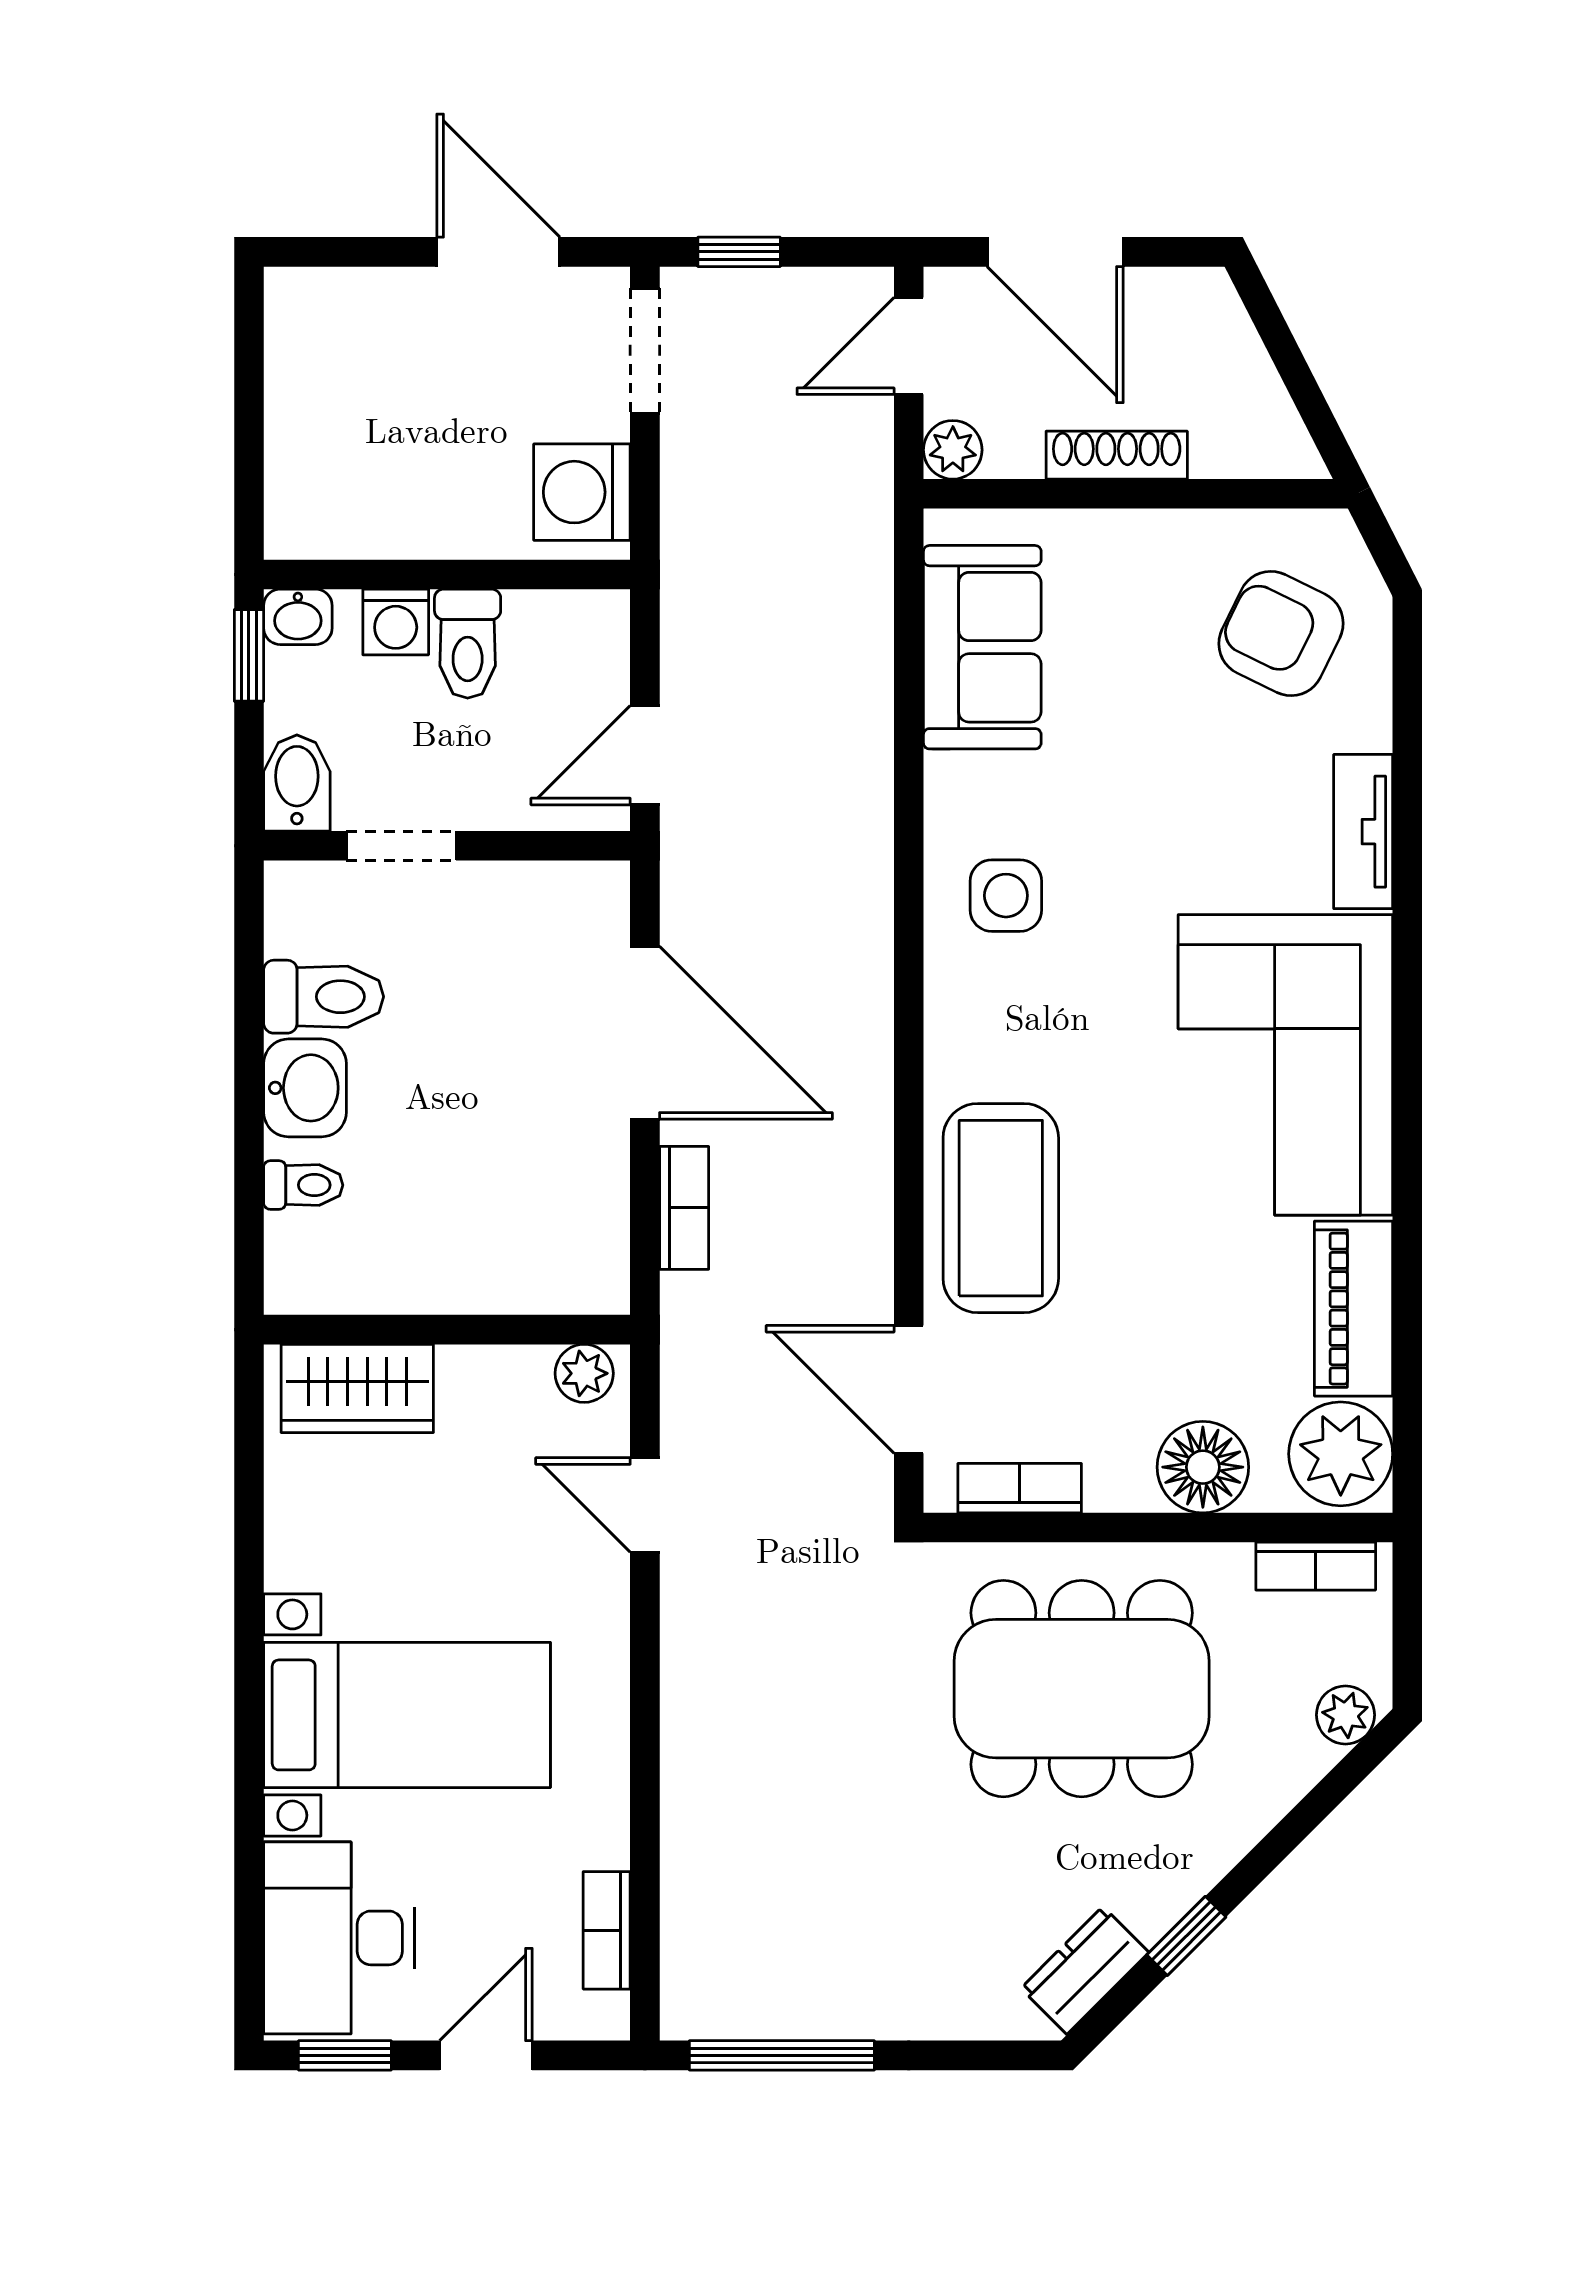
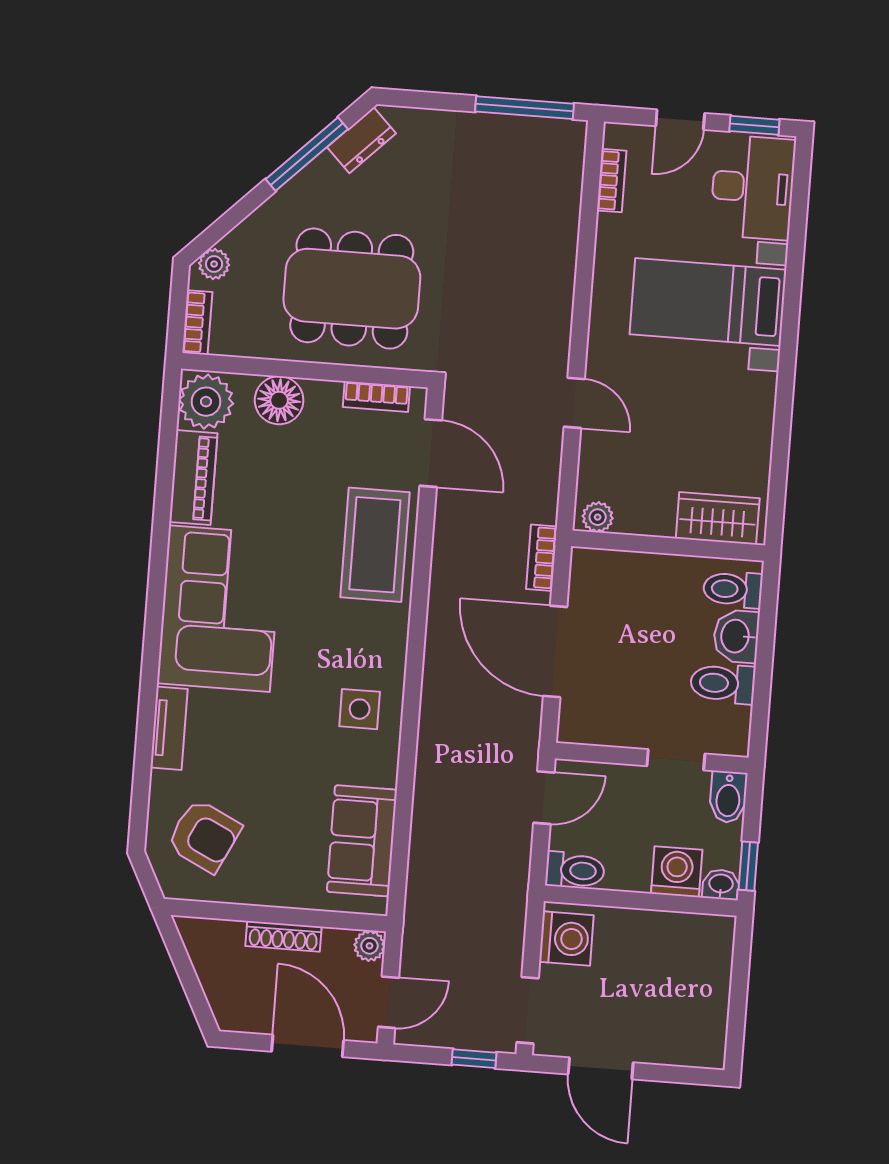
washing machine: (396, 622) -> (677, 872), width x1.38, depth x1.38
toilet: (468, 644) -> (575, 870), moved, turned 90
toilet: (303, 1185) -> (733, 589), width x1.37, depth x1.39
wall: (447, 1330) -> (668, 546), moved
plant: (584, 1373) -> (598, 517), moved
wardrobe: (357, 1388) -> (718, 518), moved
bookcase: (1316, 1566) -> (197, 322), moved, turned 90
window: (1186, 1936) -> (307, 154), width x2.17

